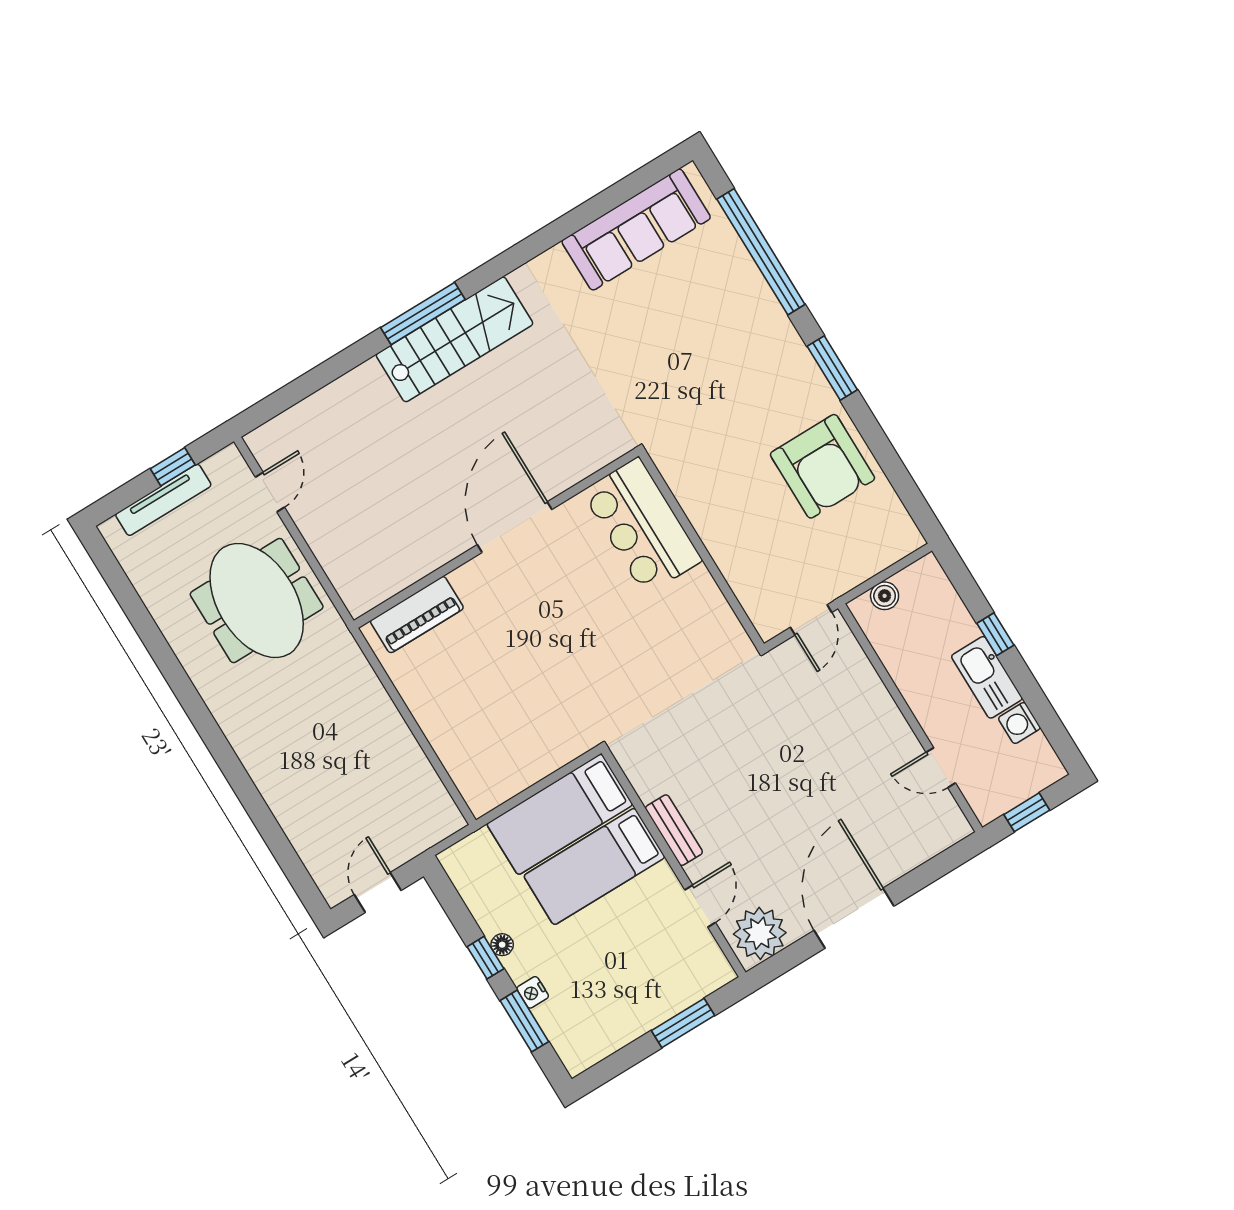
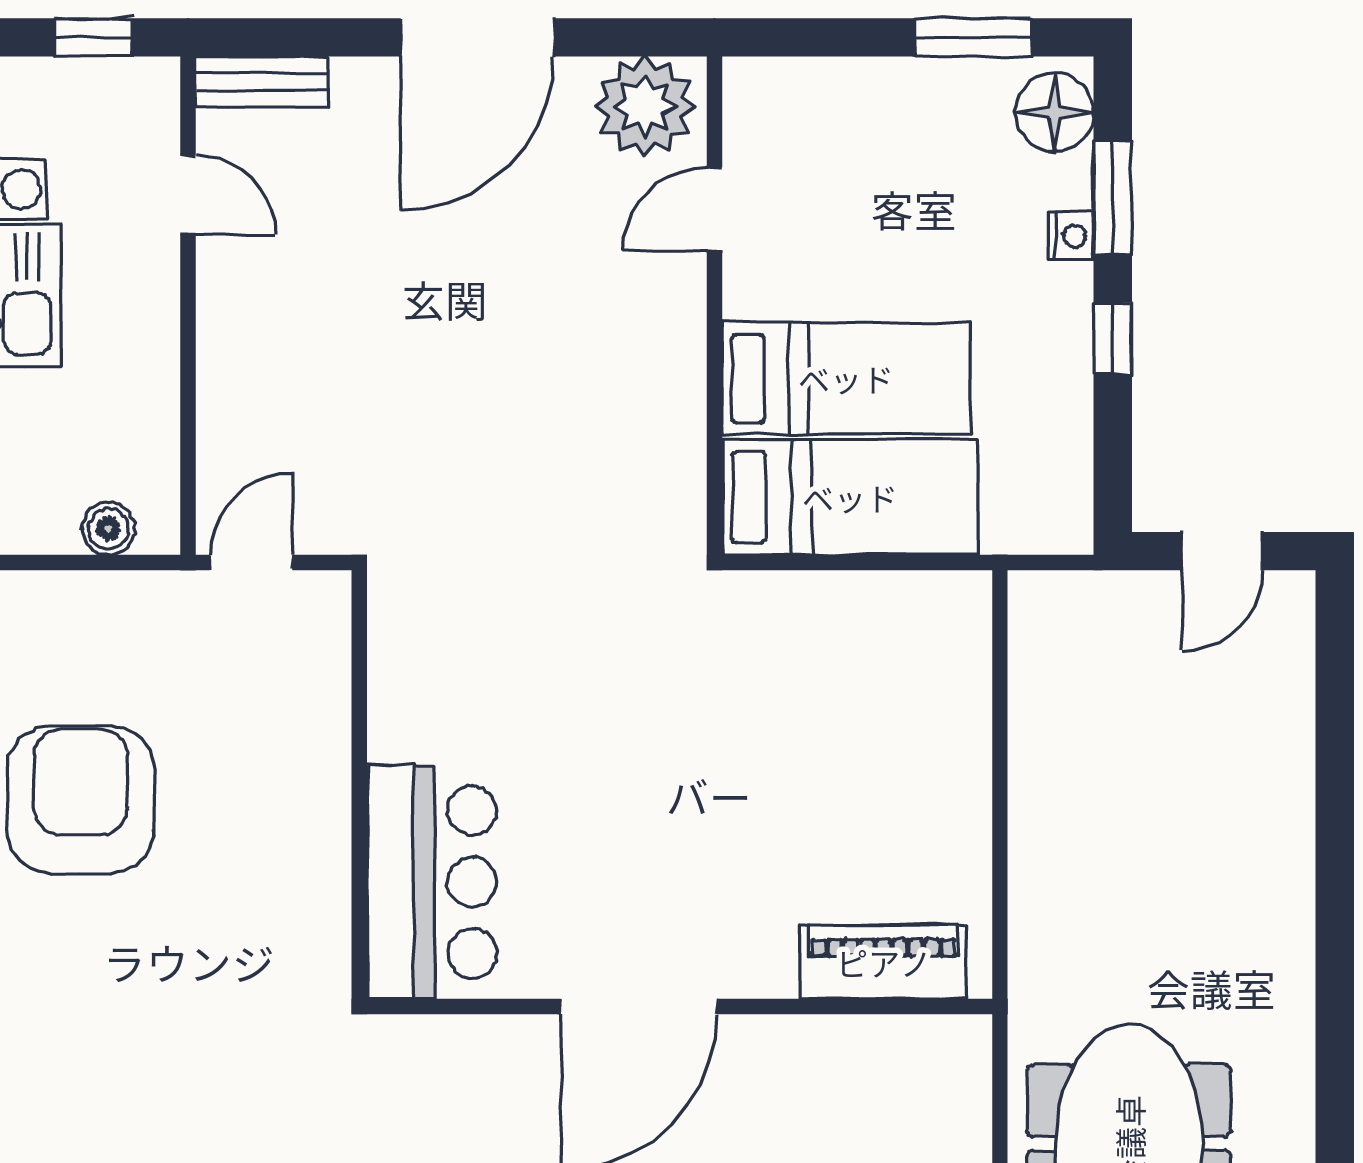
bench: (674, 830) -> (262, 82), moved, turned 90
floor lamp: (502, 945) -> (1054, 112), moved, width x1.89, depth x1.89
window: (683, 1023) -> (973, 37), moved

